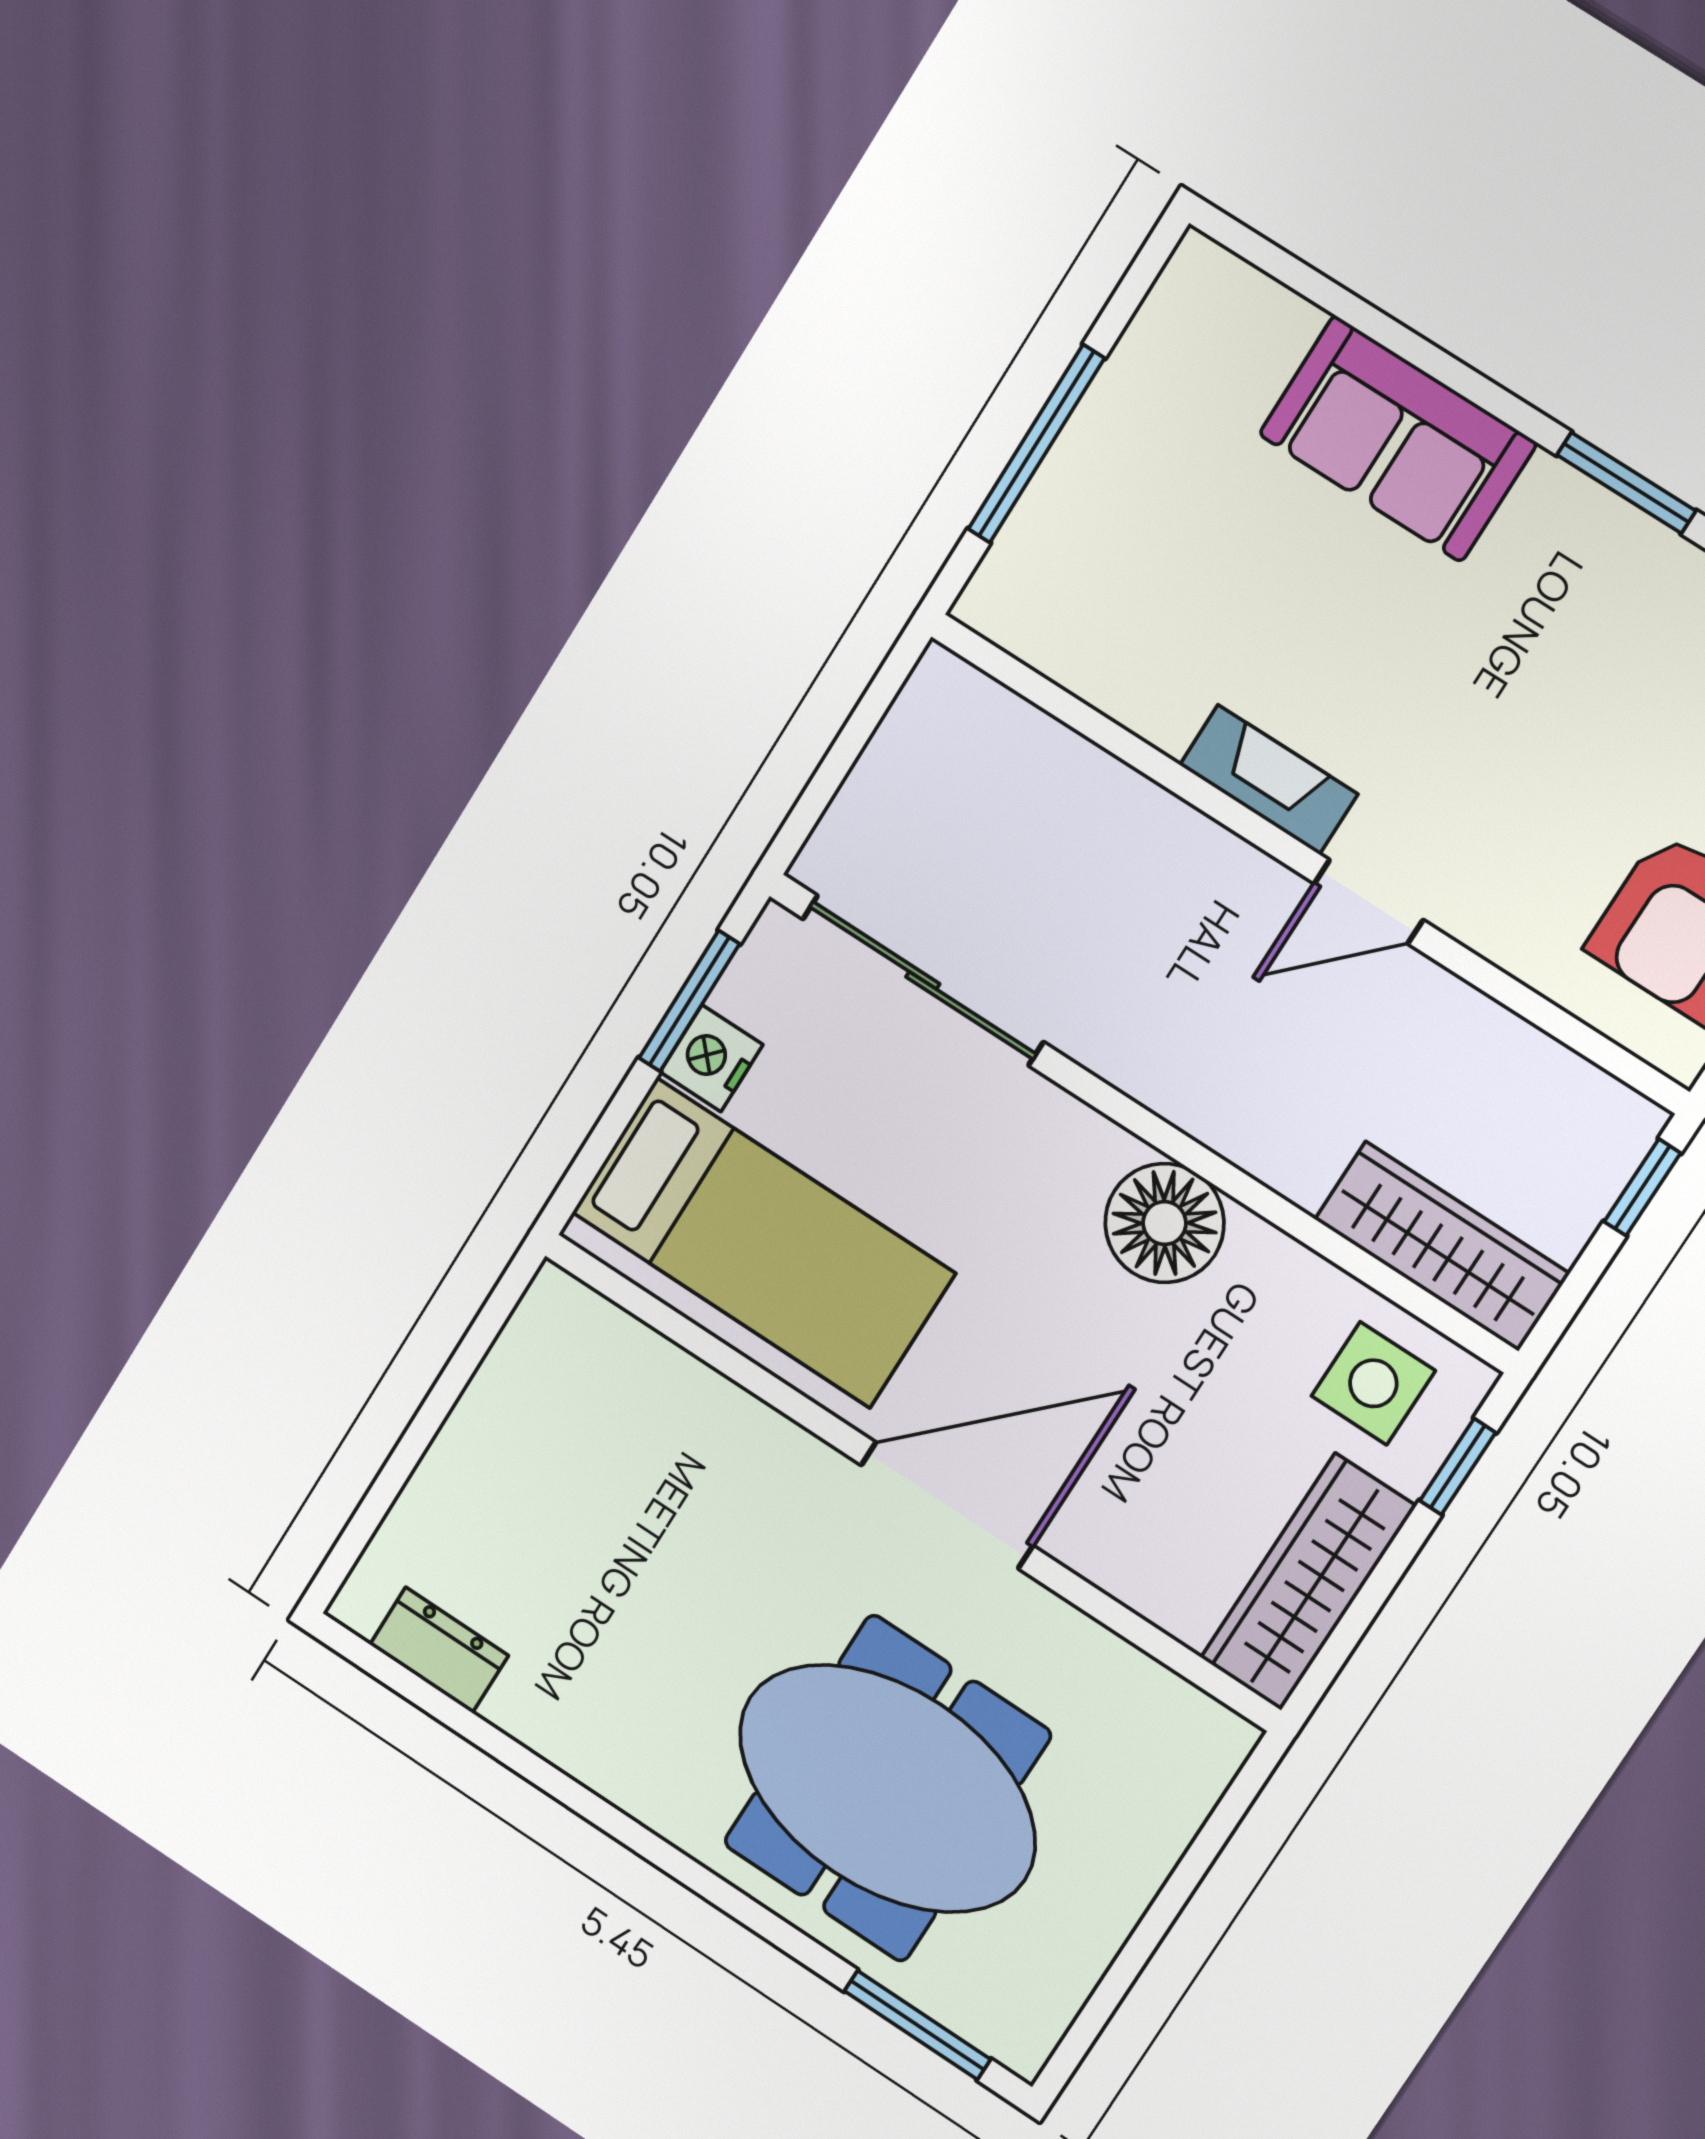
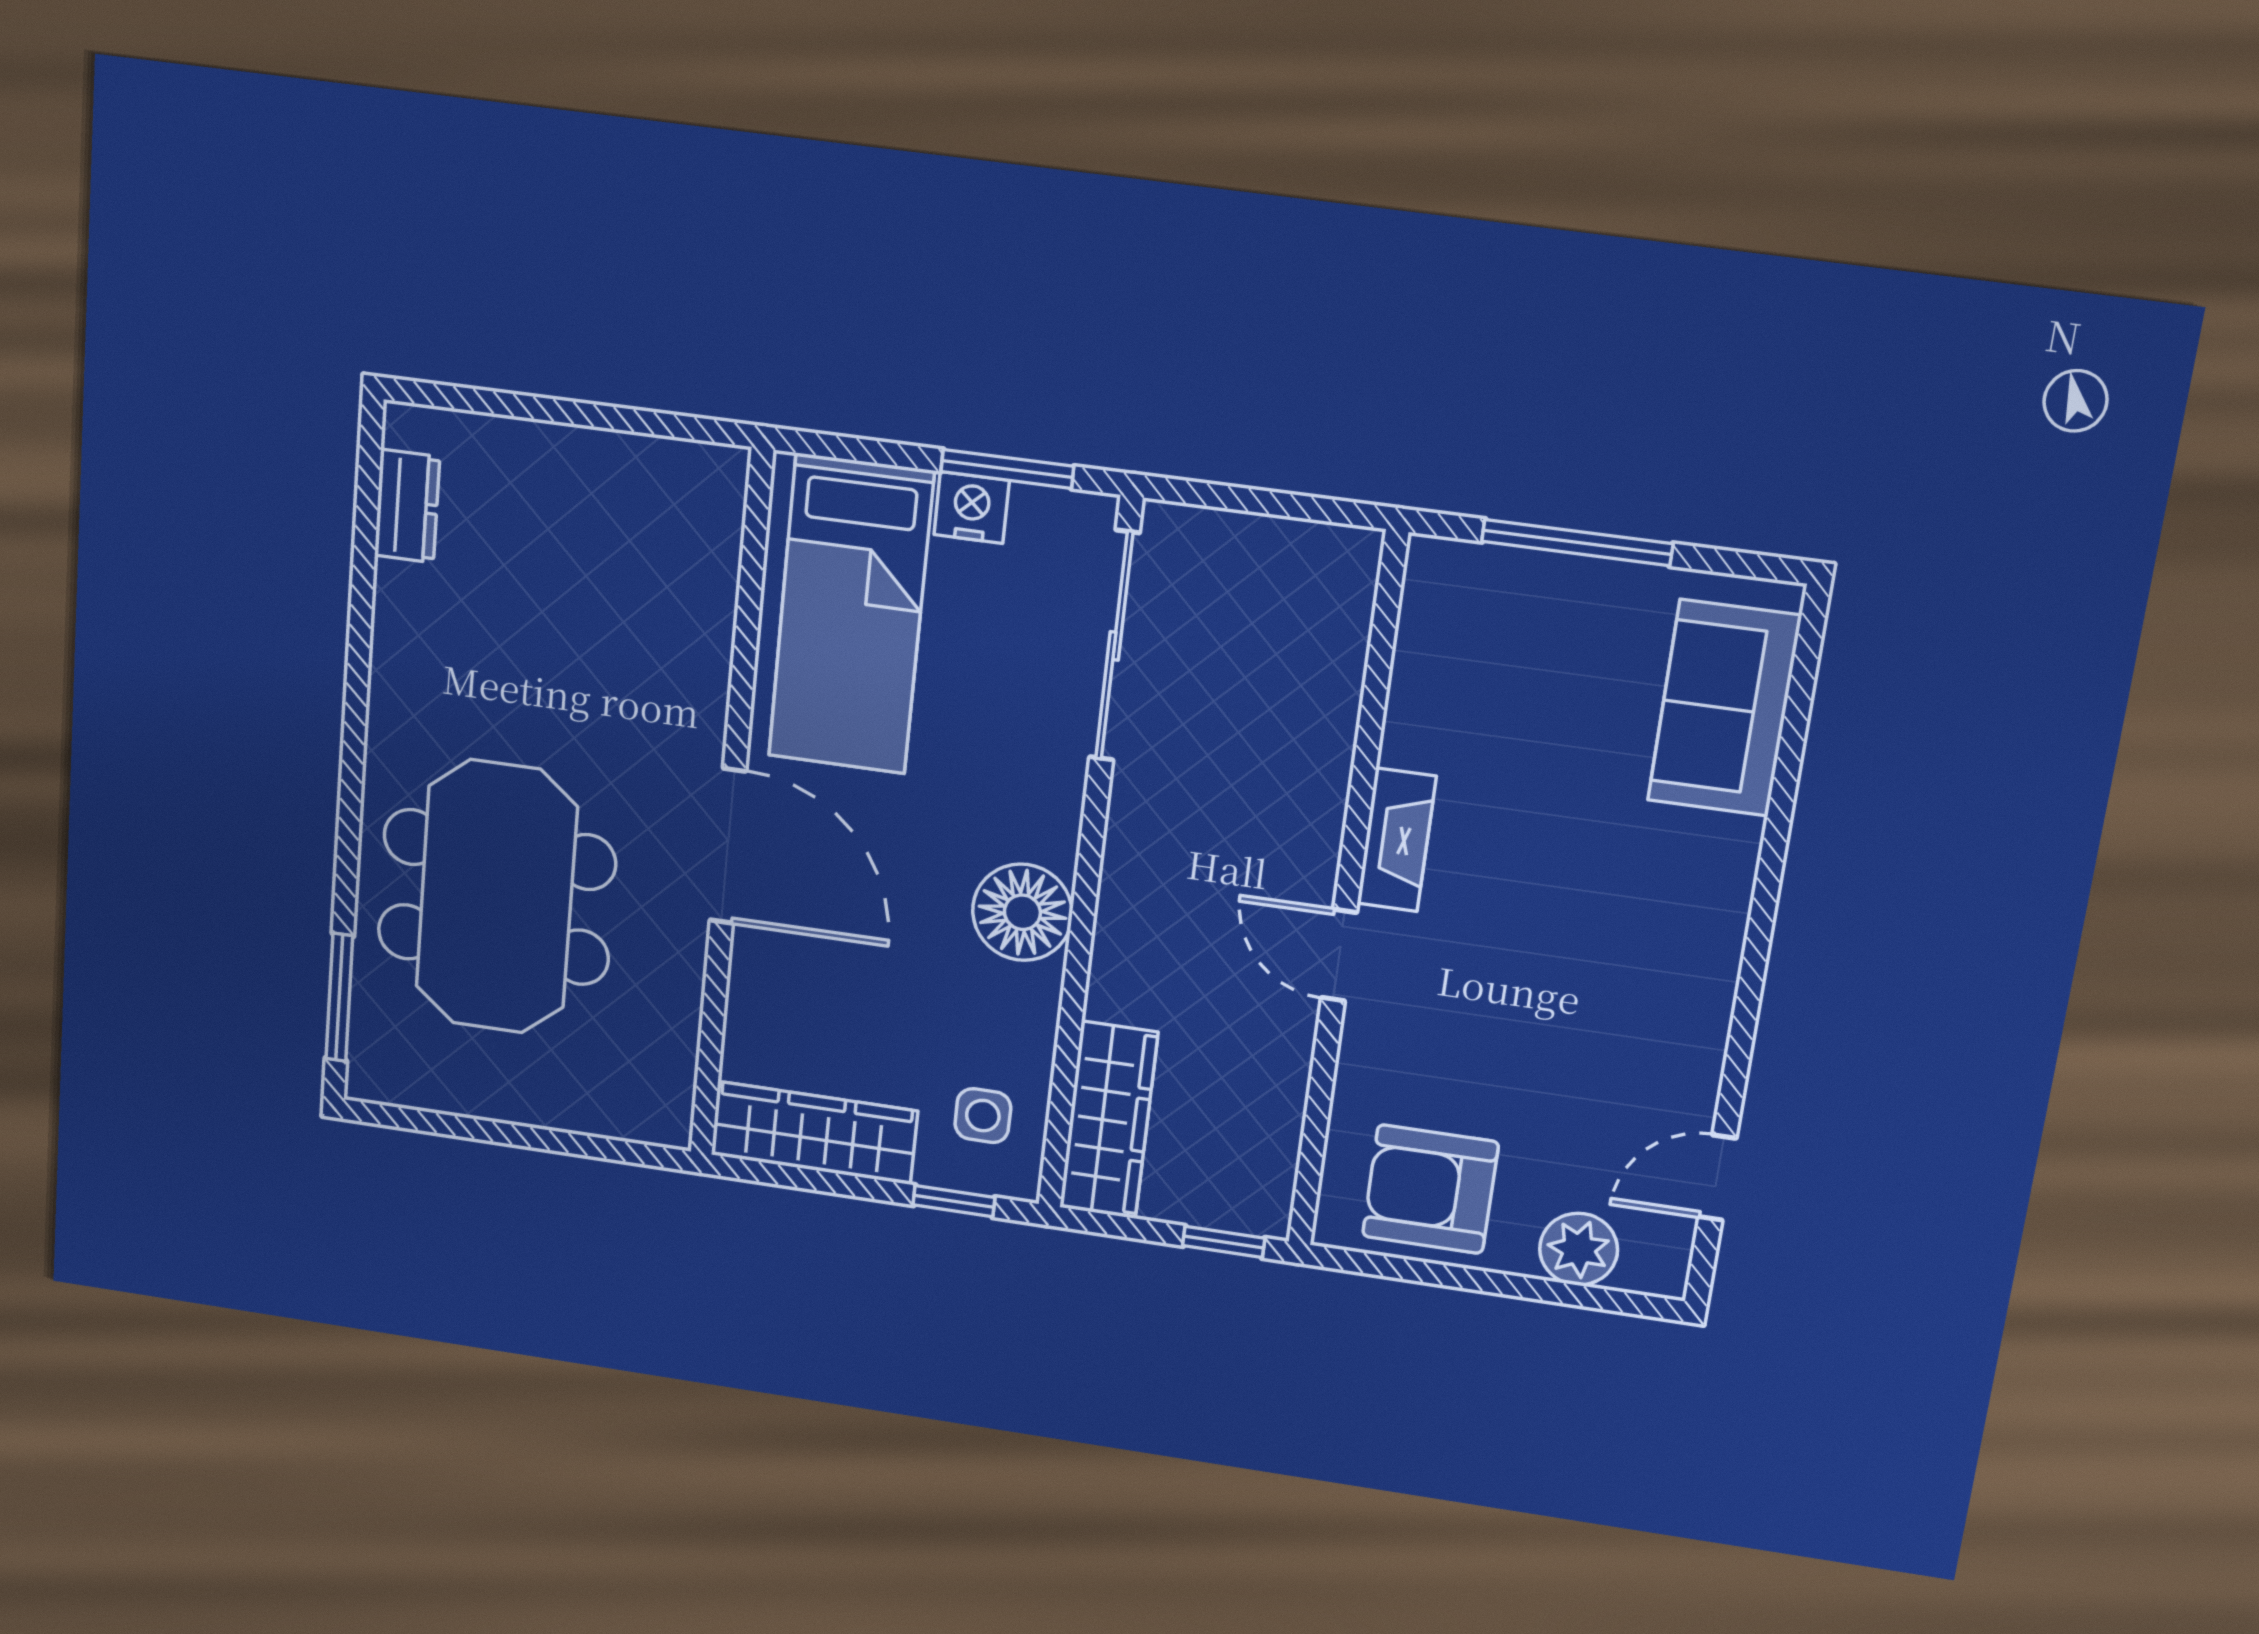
sofa: (1398, 439) -> (1724, 708), moved
window: (1626, 483) -> (1747, 1005), removed
side table: (1373, 1383) -> (983, 1116), width x0.73, depth x0.73

